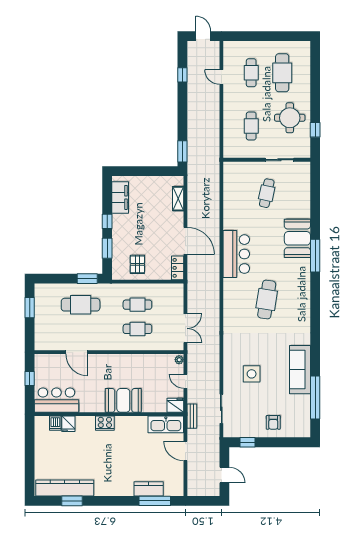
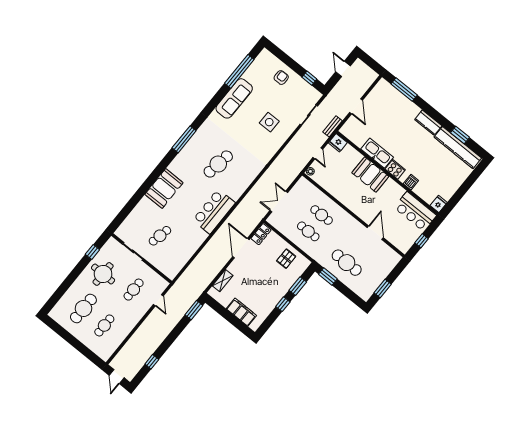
door: (221, 77) -> (158, 300), moved
filing cabinet: (120, 197) -> (241, 312), moved, turned 90
window: (315, 256) -> (184, 139), moved
double door: (185, 328) -> (279, 201), moved
dishwasher: (55, 423) -> (411, 182), moved
fridge: (68, 424) -> (439, 204), moved
kitchen sink: (166, 424) -> (377, 153), moved
kitchen counter: (149, 489) -> (428, 123), moved

